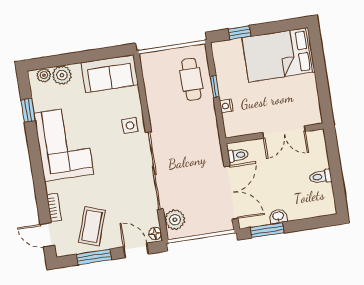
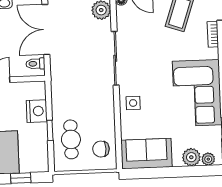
chair: (158, 73) -> (101, 149), added
nightstand: (226, 106) -> (37, 111), width x1.89, depth x1.79
sliding door: (154, 170) -> (115, 58), width x0.73

